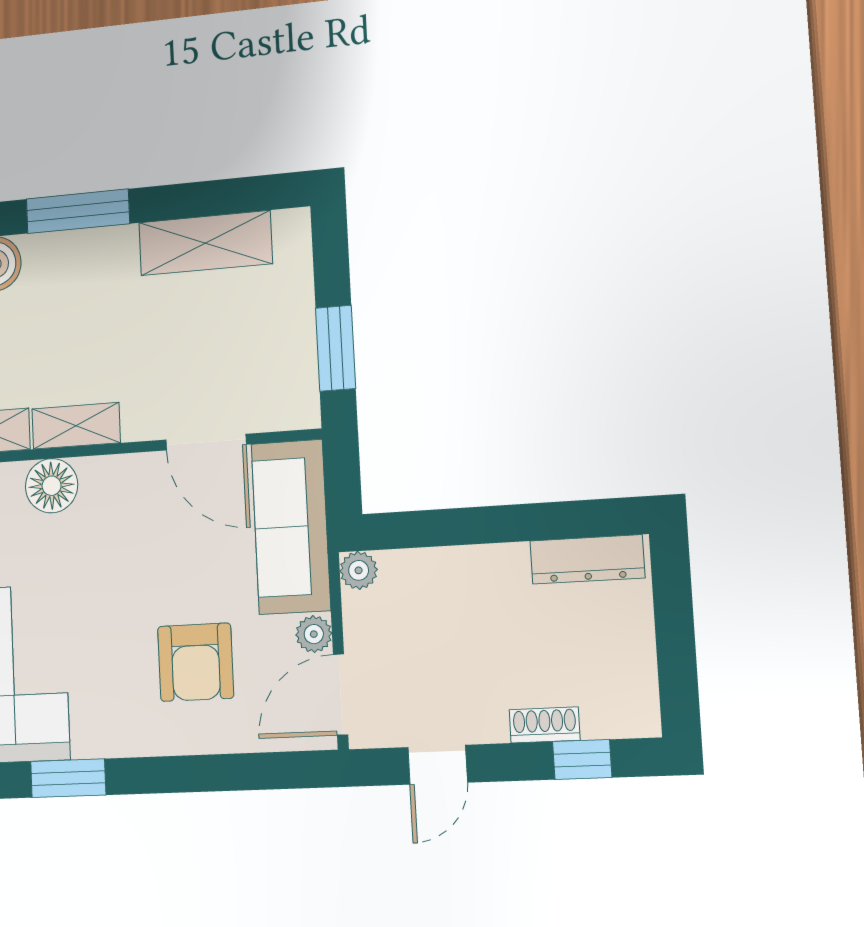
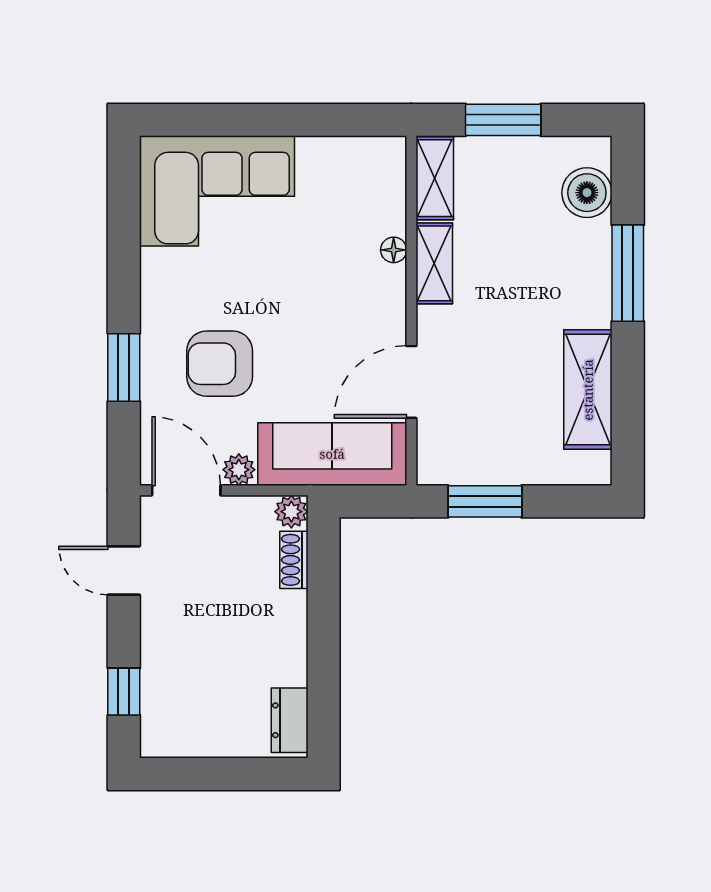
floor lamp: (52, 486) -> (394, 250), width x0.53, depth x0.53
dresser: (587, 559) -> (290, 720), width x0.70
shoe rack: (545, 725) -> (294, 560), moved, turned 180
window: (68, 778) -> (124, 367), moved

